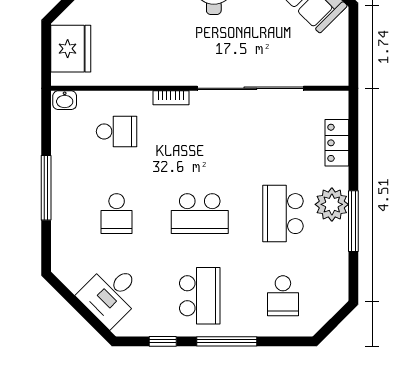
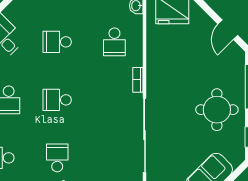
school desk: (200, 214) -> (57, 100), width x0.54
school desk: (283, 214) -> (57, 158), width x0.54

